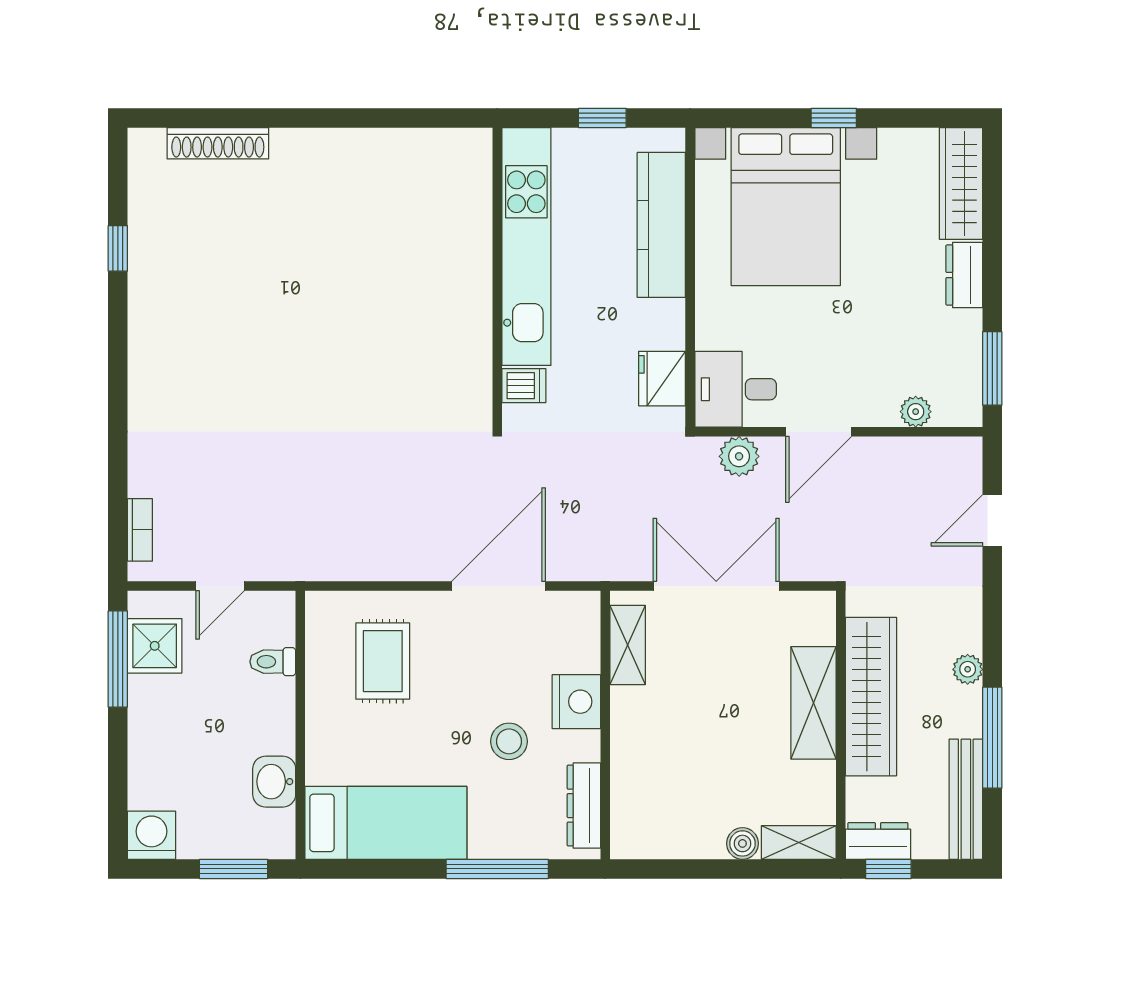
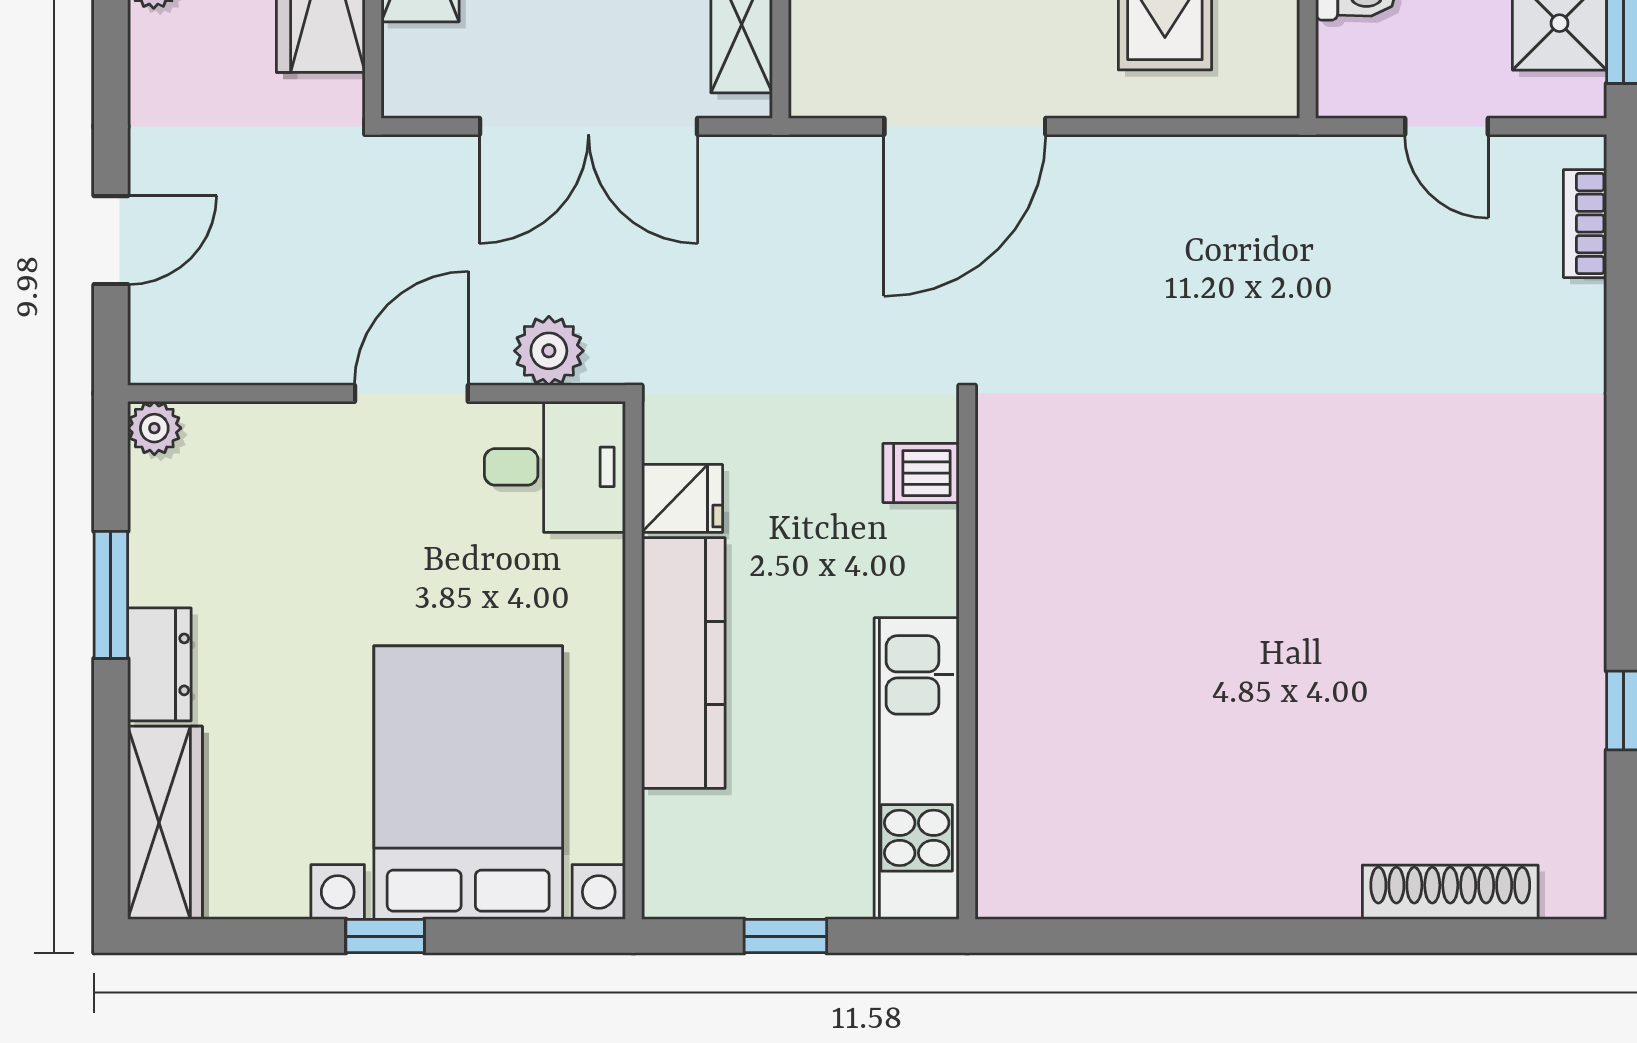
kitchen counter: (661, 225) -> (683, 663), moved
kitchen unit: (526, 247) -> (917, 768), width x0.73
window: (992, 368) -> (111, 595), moved
fridge: (662, 379) -> (682, 498), width x0.72
plant: (916, 412) -> (154, 428), moved
door: (220, 586) -> (1446, 126), swing flipped

